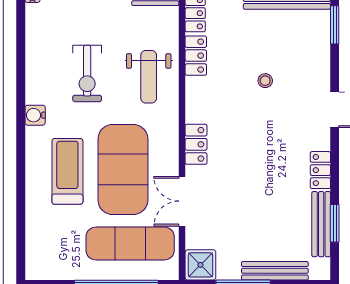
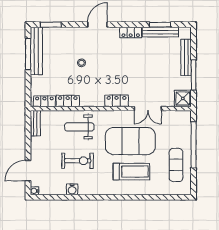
weight bench: (149, 77) -> (79, 127), turned 180
water cooler: (35, 115) -> (72, 189), moved
treadmill: (67, 171) -> (131, 172), turned 180
exercise mat: (130, 244) -> (176, 165), moved, width x0.73, depth x0.69

